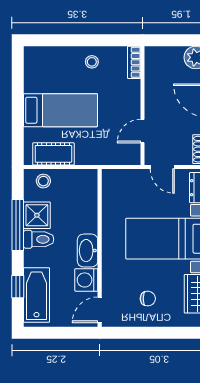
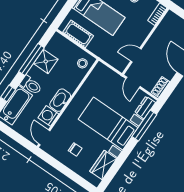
stool: (43, 181) -> (82, 63), moved
toilet: (39, 239) -> (31, 85), moved
door: (100, 310) -> (44, 137), hinge flipped

